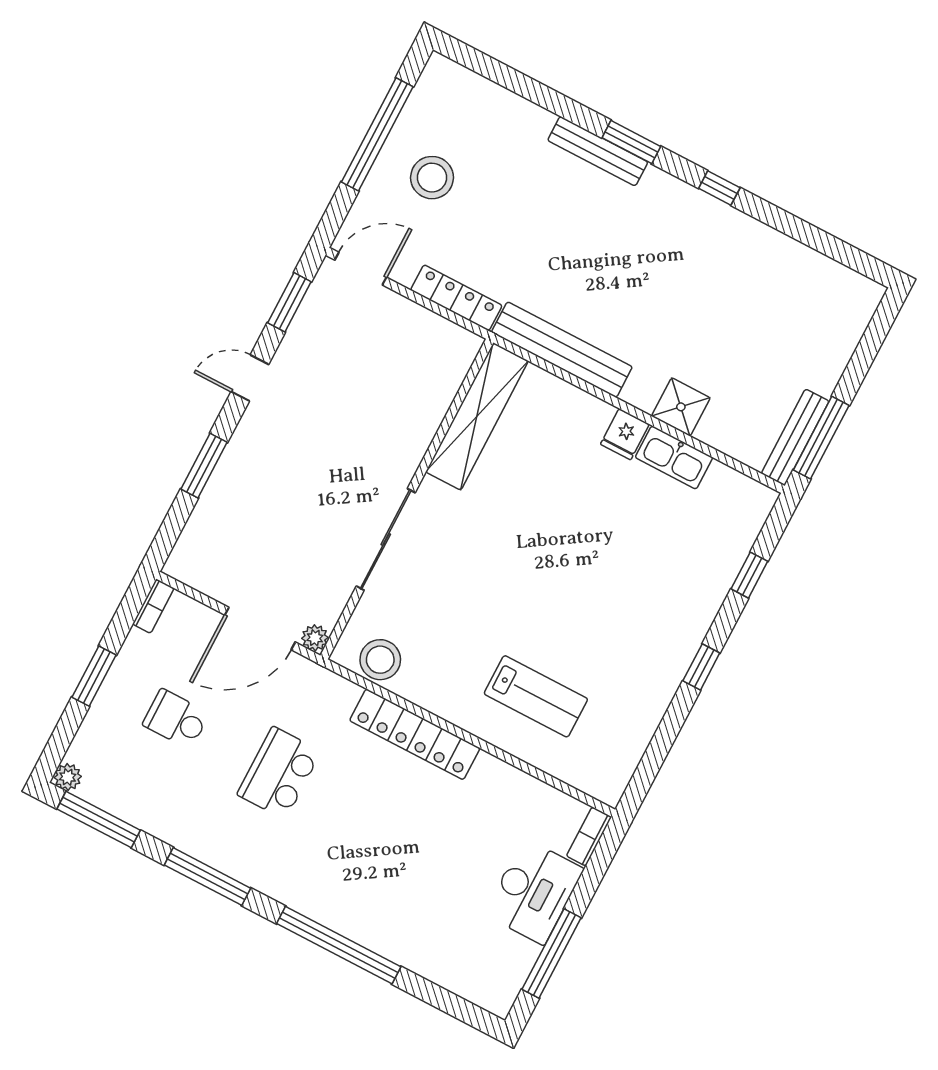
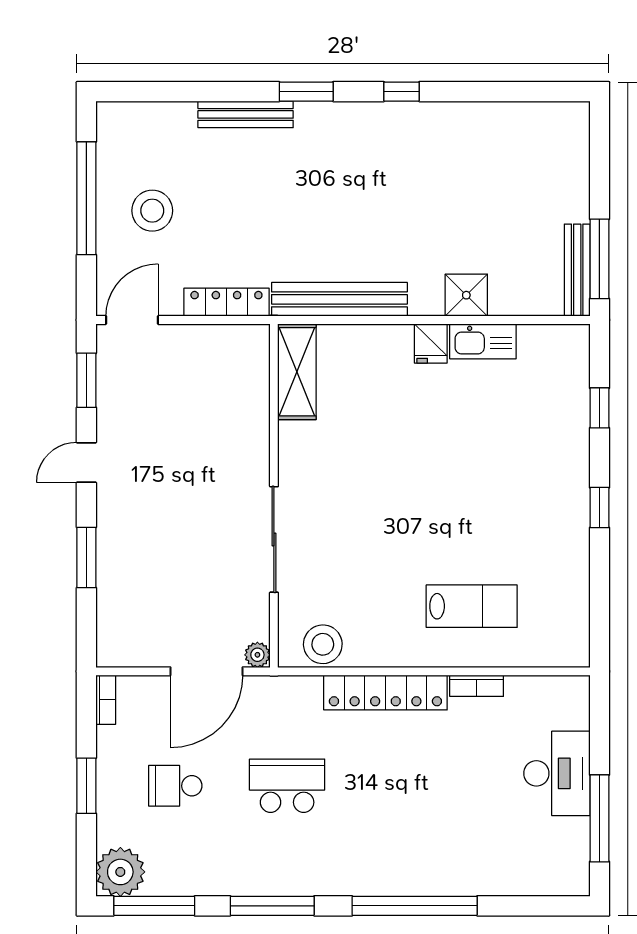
bench: (598, 151) -> (246, 114), moved
shelving: (477, 416) -> (297, 372), width x0.68
school desk: (279, 773) -> (287, 786), turned 90
plant: (68, 777) -> (120, 872), width x1.88, depth x1.88
bookcase: (589, 836) -> (477, 686), moved, turned -90

